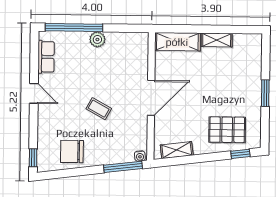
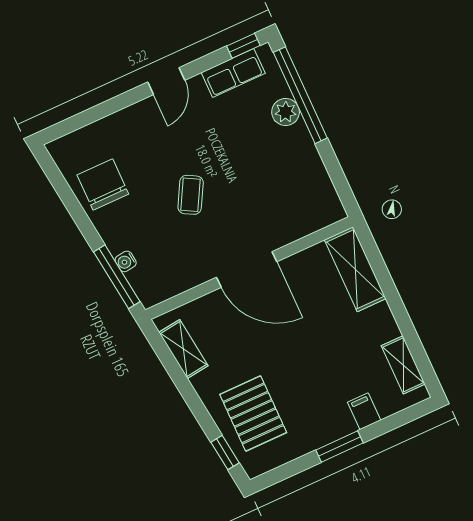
plant: (97, 39) -> (286, 112), moved
shelving: (217, 40) -> (403, 365), moved
filing cabinet: (253, 72) -> (364, 411), added
water cooler: (140, 156) -> (126, 261), moved
window: (33, 158) -> (243, 46), moved

